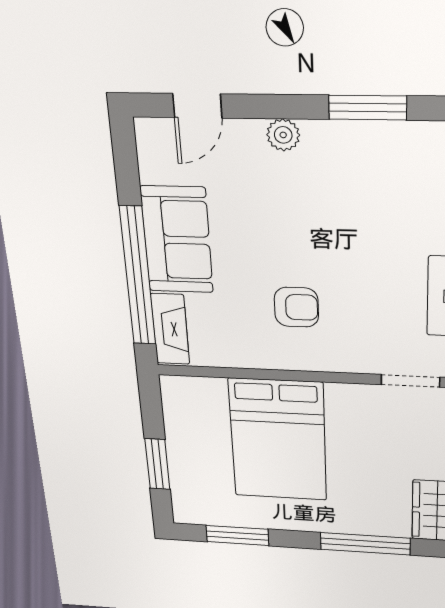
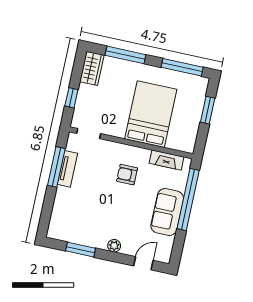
fireplace: (170, 329) -> (167, 160), moved, turned -90
window: (237, 535) -> (182, 67), width x1.44

